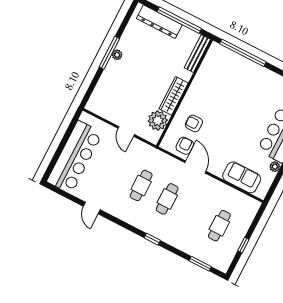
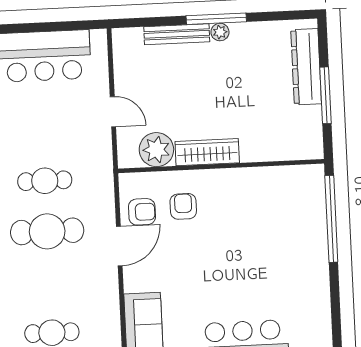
window: (179, 20) -> (325, 95), width x0.68
bench: (197, 54) -> (177, 34), moved
door: (126, 131) -> (113, 112), swing flipped
cafe table: (167, 199) -> (47, 231), width x1.37, depth x1.35

